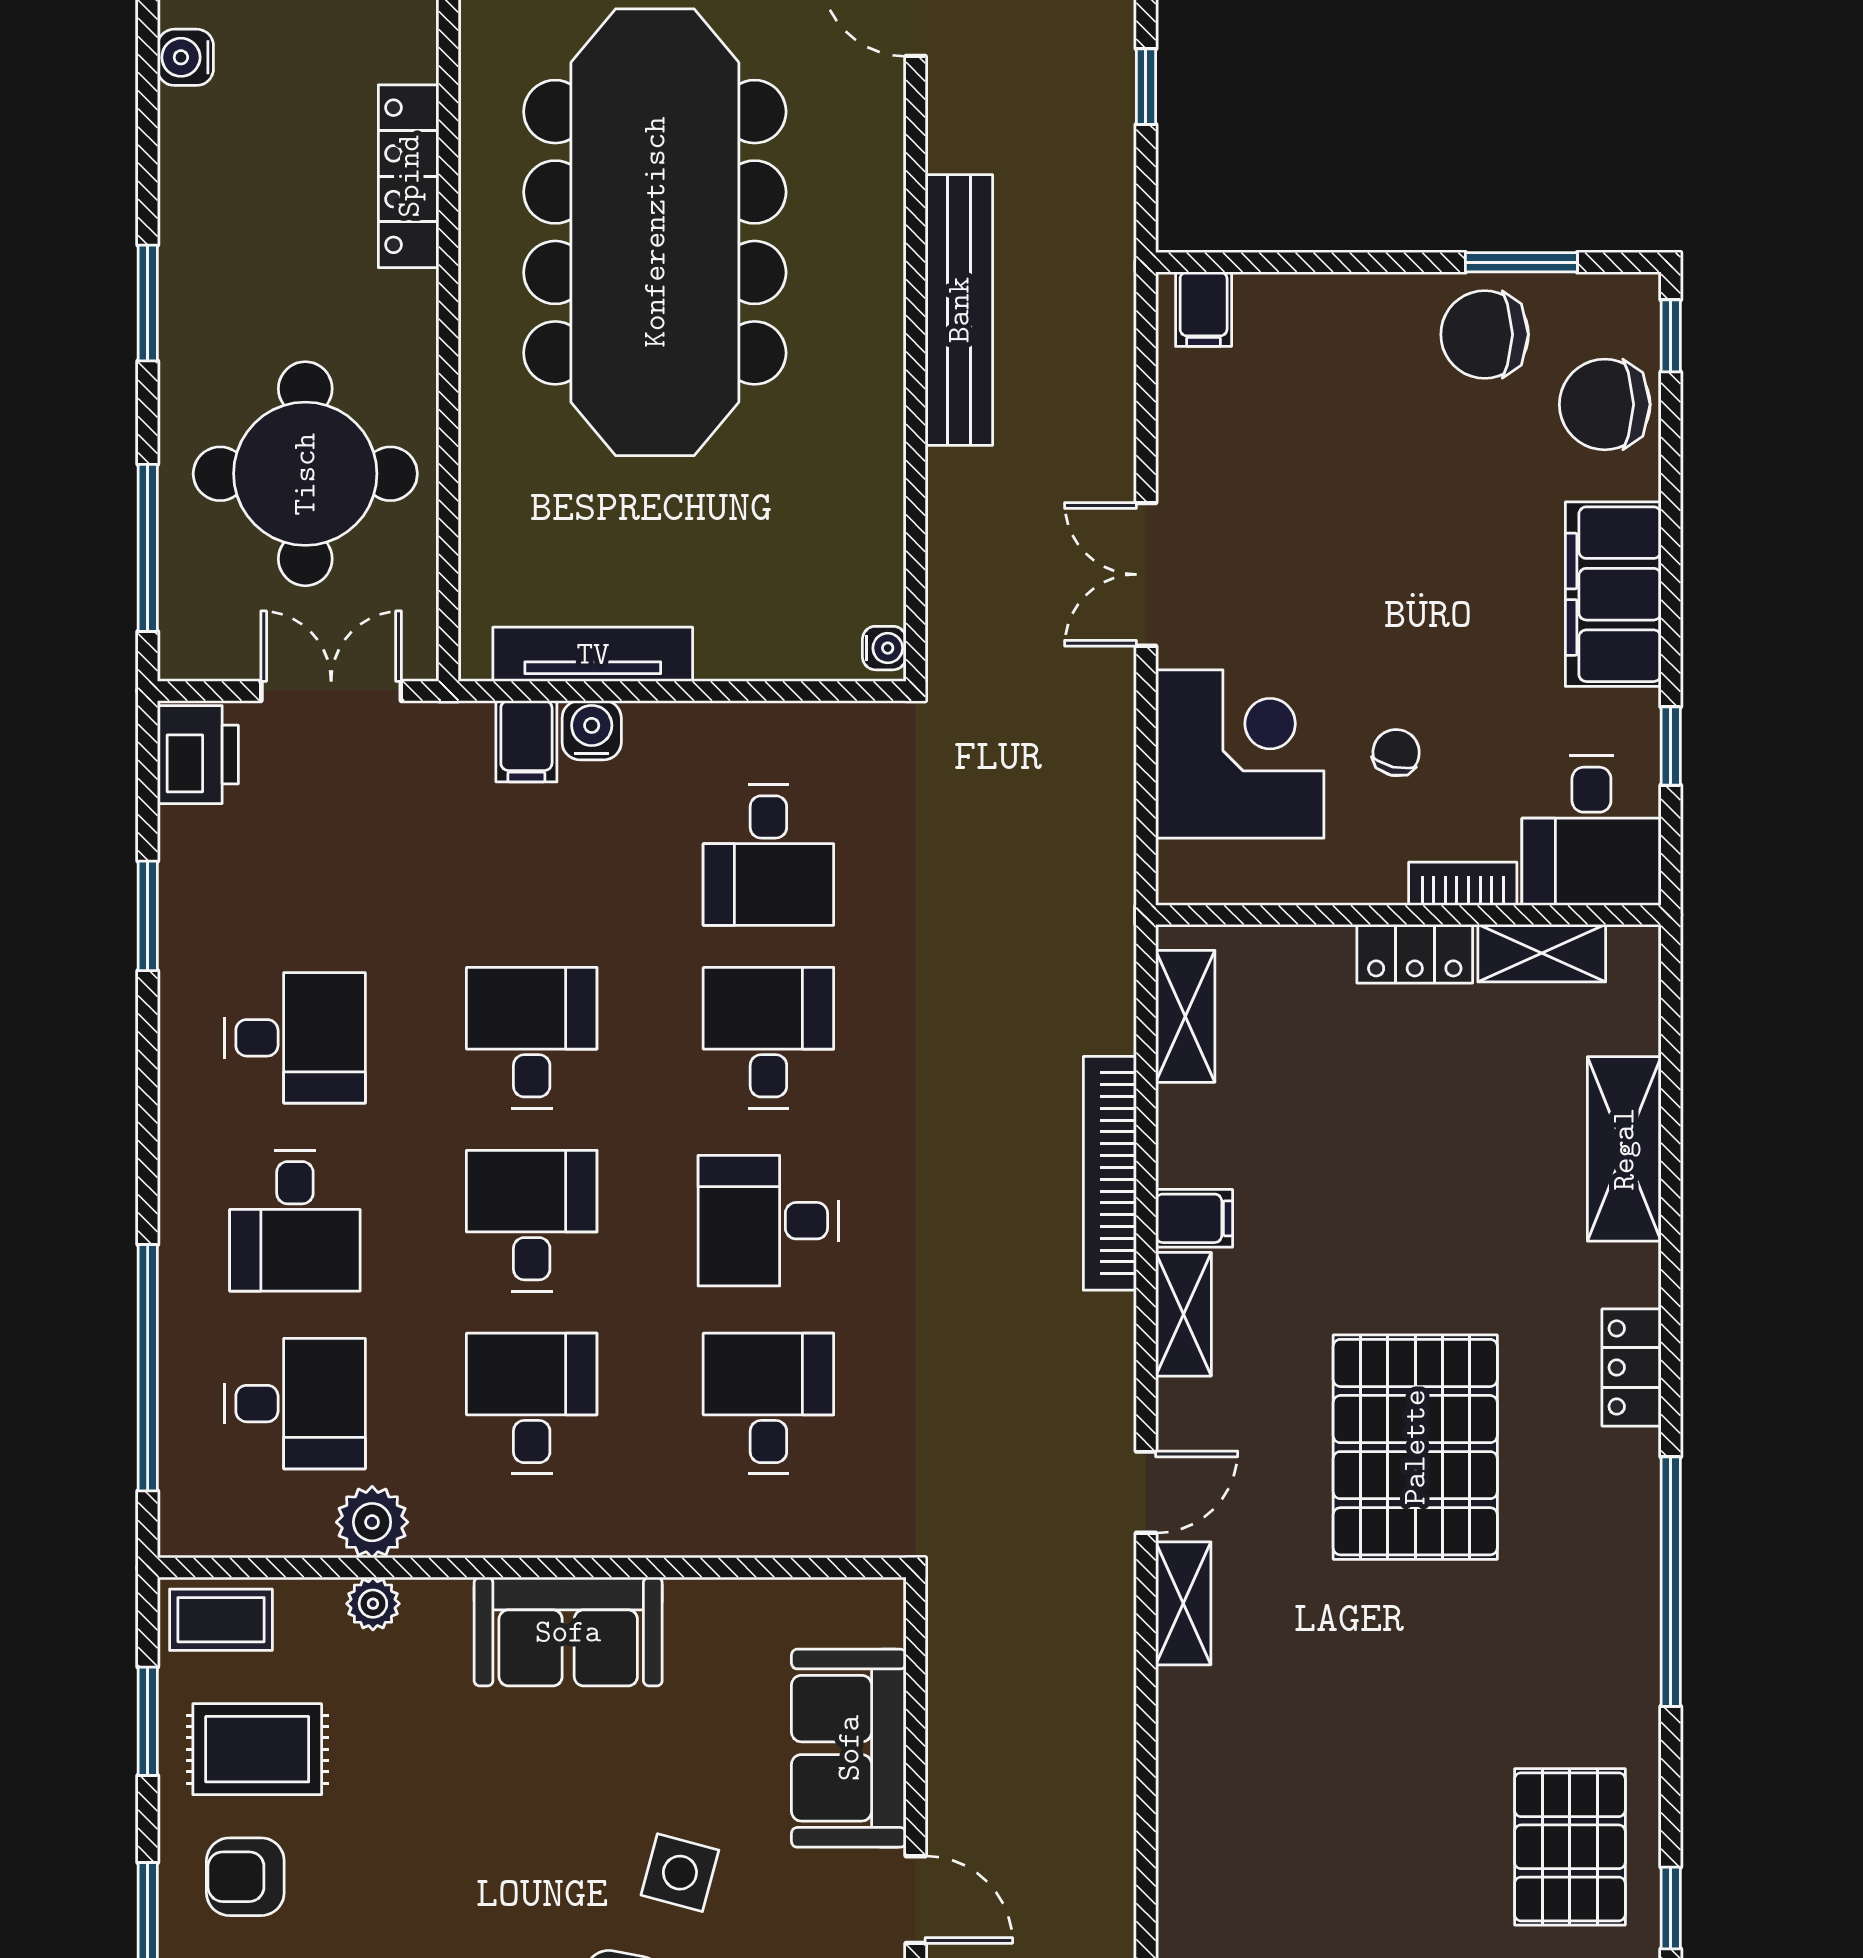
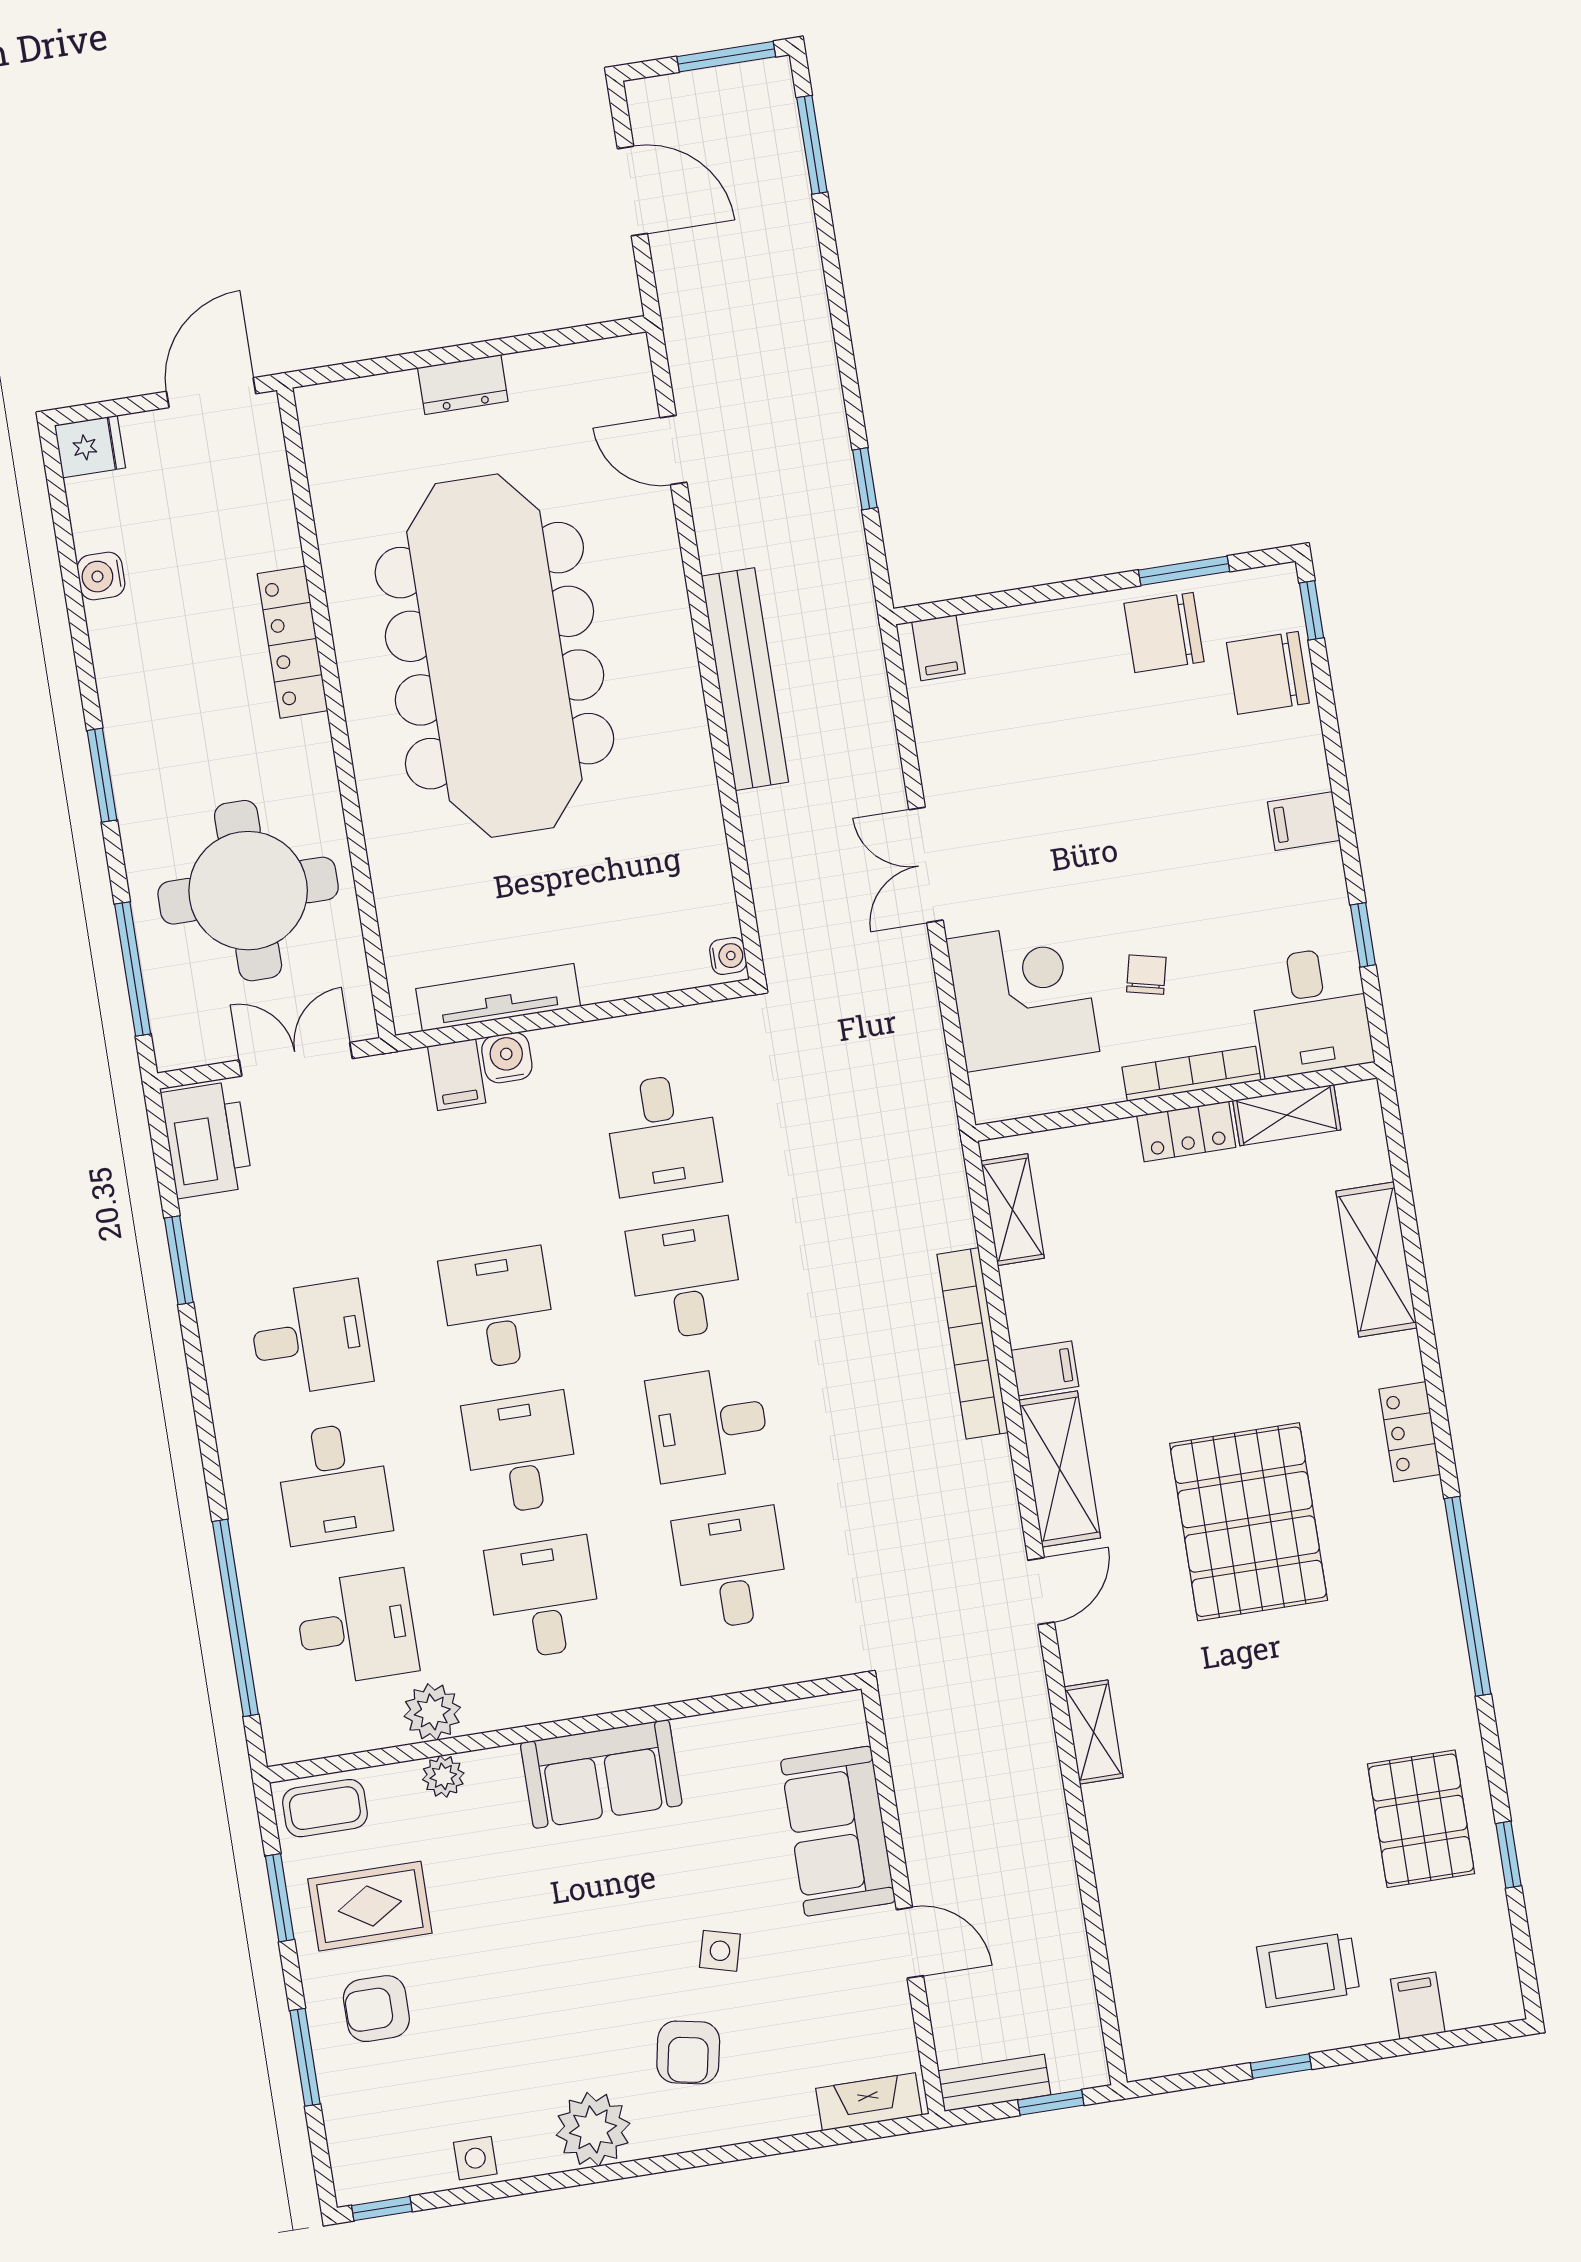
filing cabinet: (1613, 594) -> (1304, 821), width x0.33, depth x0.86
printer: (198, 755) -> (207, 1140), width x1.37, depth x1.19
bookcase: (1463, 884) -> (1191, 1074), width x1.56
shelving: (1183, 1314) -> (1060, 1469), width x1.50, depth x1.33
shelving: (1183, 1603) -> (1094, 1732), moved
side table: (680, 1873) -> (720, 1951), width x0.73, depth x0.73

